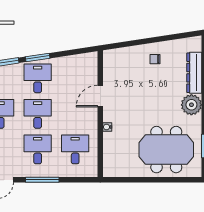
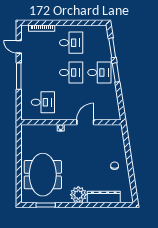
door: (100, 96) -> (85, 122), hinge flipped
desk: (38, 149) -> (43, 72), removed

